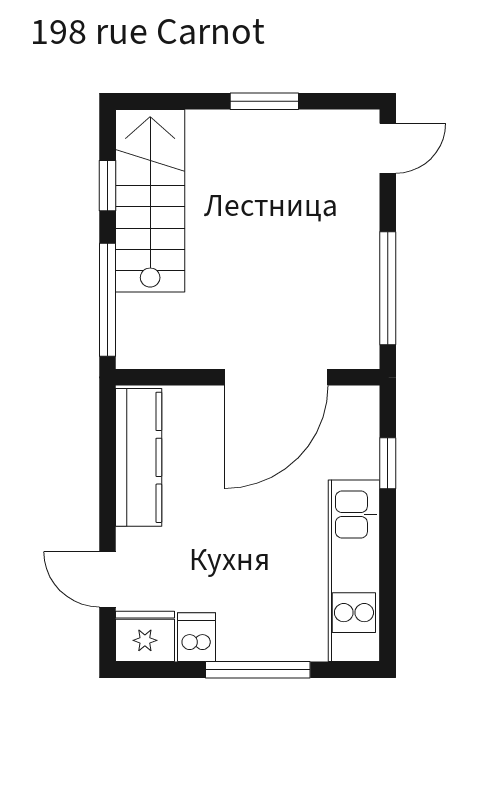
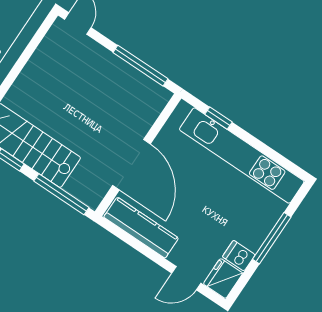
window: (264, 101) -> (20, 64), removed
door: (276, 377) -> (132, 165), moved
kitchen unit: (354, 571) -> (242, 156), width x1.36

